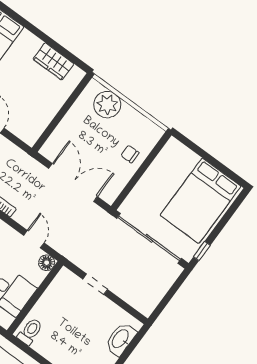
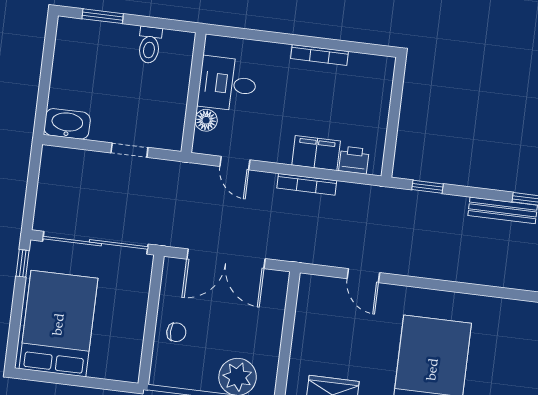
floor lamp: (47, 263) -> (206, 120), moved
toilet: (30, 331) -> (150, 45), moved
washbasin: (121, 339) -> (67, 124), moved, turned -90

